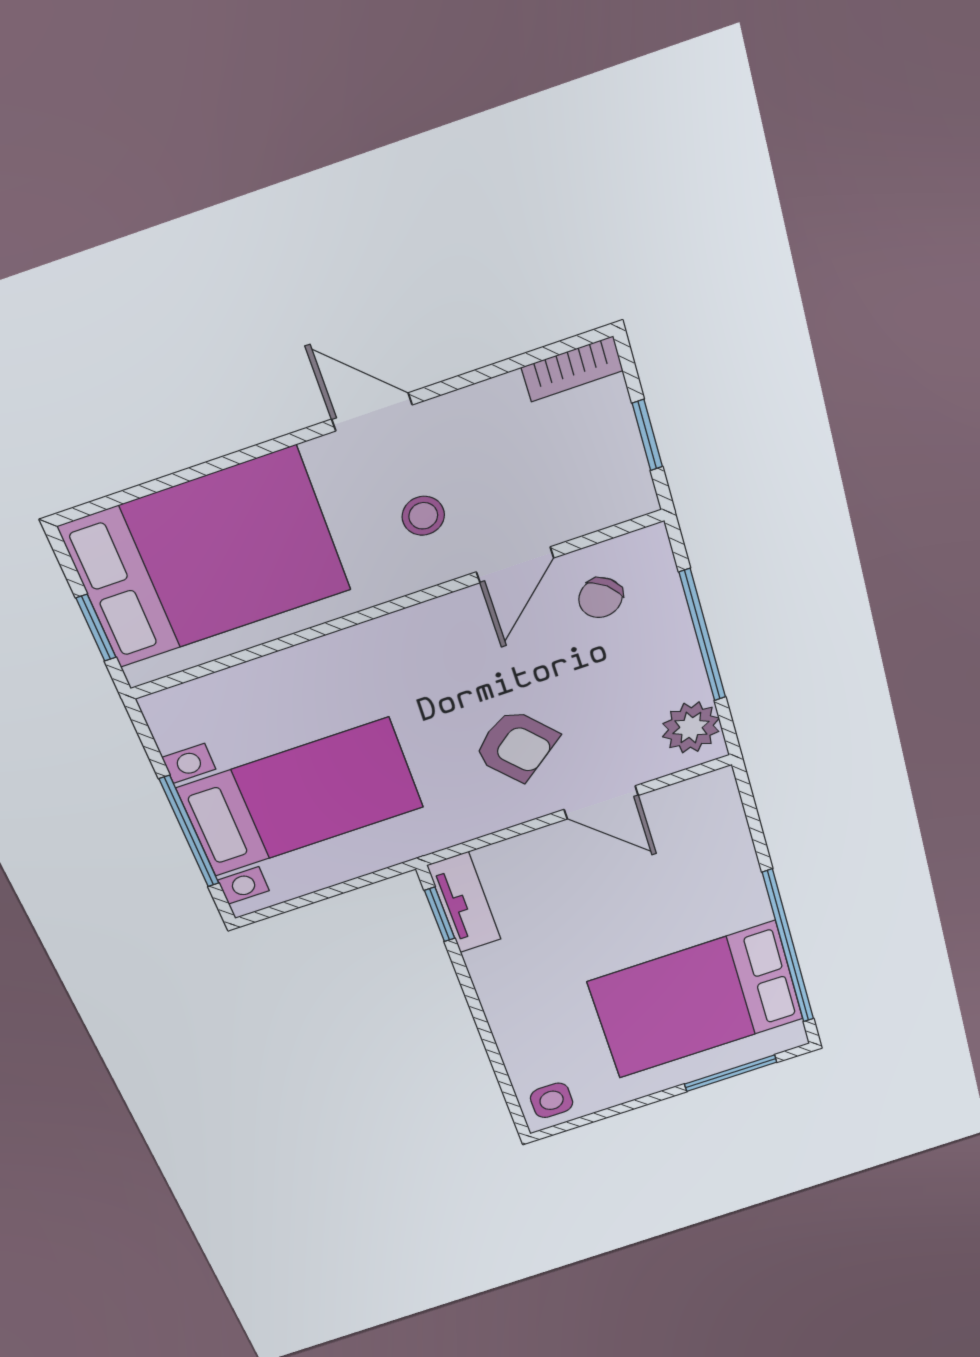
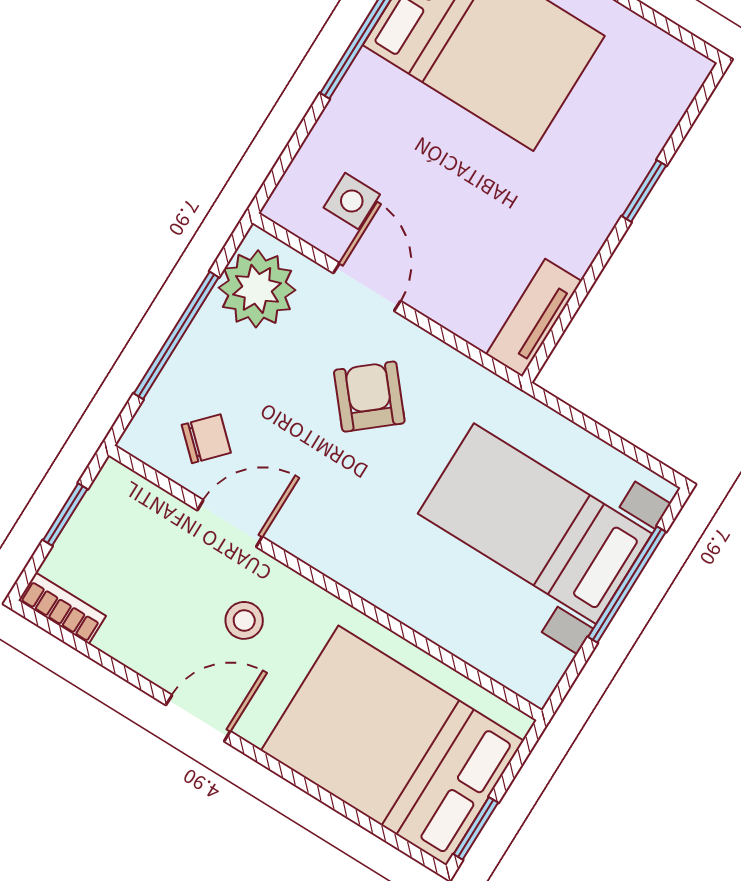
door: (372, 412) -> (198, 718), swing flipped
window: (96, 628) -> (476, 828), moved
plant: (691, 728) -> (257, 289), width x1.36, depth x1.36
window: (440, 914) -> (644, 191), moved
side table: (552, 1100) -> (352, 201), moved

